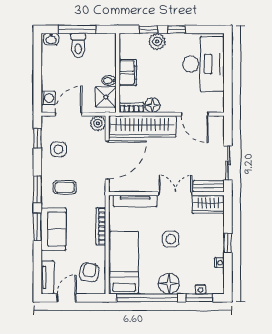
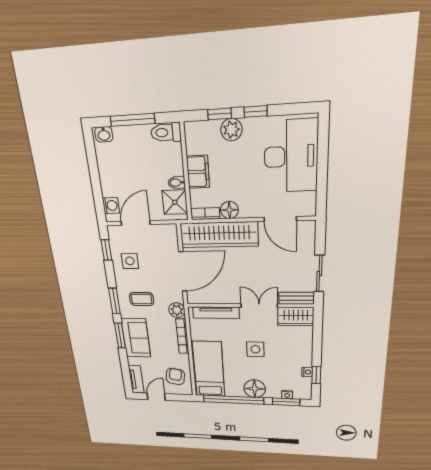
toilet: (78, 45) -> (166, 132), moved, turned 90
plant: (98, 123) -> (177, 310), moved
window: (228, 243) -> (316, 375), moved

